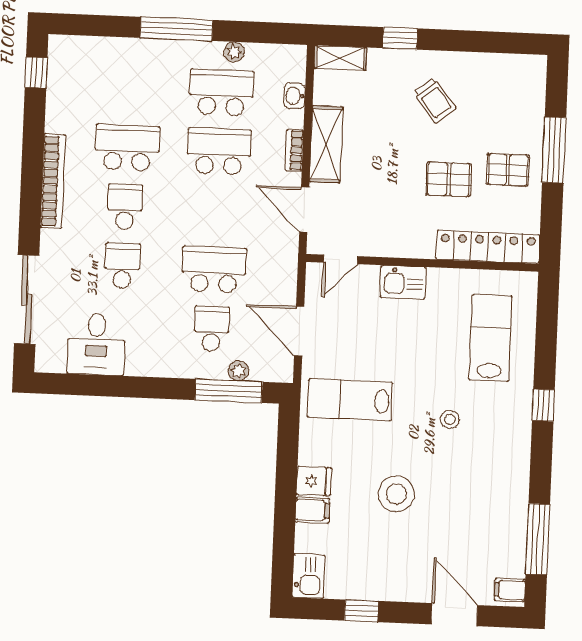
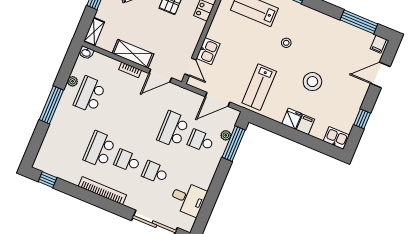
washbasin: (295, 96) -> (86, 53), moved
school desk: (219, 151) -> (117, 106), removed
kitchen sink: (403, 282) -> (208, 51), moved

